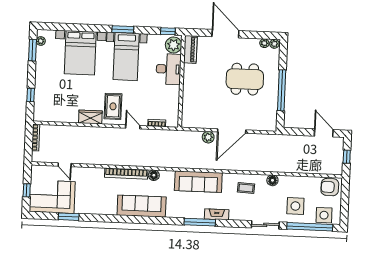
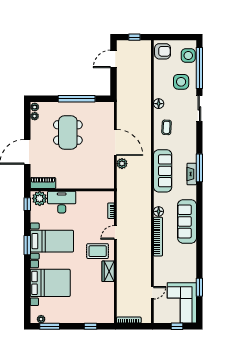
armchair: (330, 187) -> (163, 51), turned -91
fireplace: (217, 214) -> (192, 174), moved

